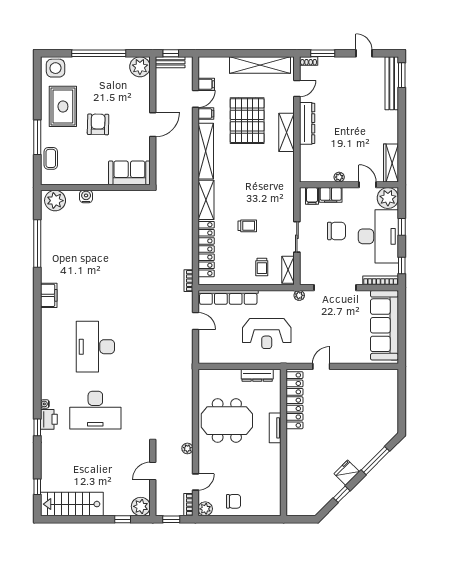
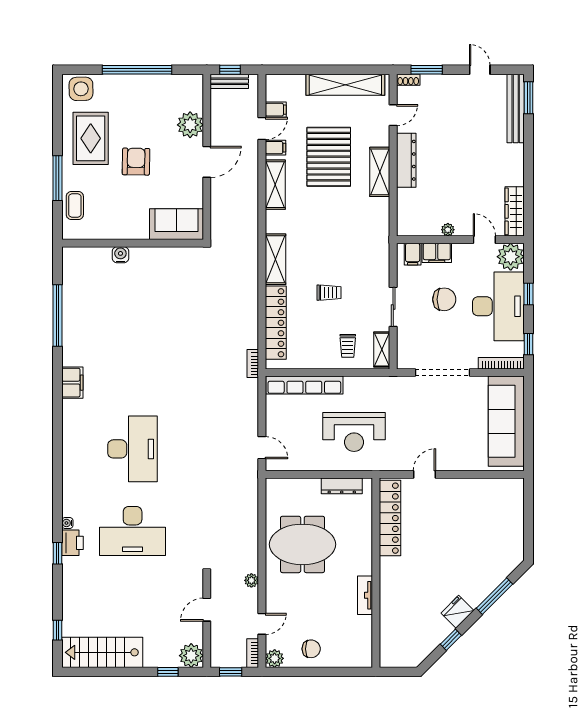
plant: (140, 67) -> (190, 125), moved
shelving: (206, 151) -> (275, 185), width x0.68
plant: (55, 201) -> (80, 260), removed
plant: (299, 295) -> (396, 383), removed
door: (195, 321) -> (262, 448), moved
desk: (95, 347) -> (133, 449), turned 180
tv unit: (275, 428) -> (365, 595), moved

